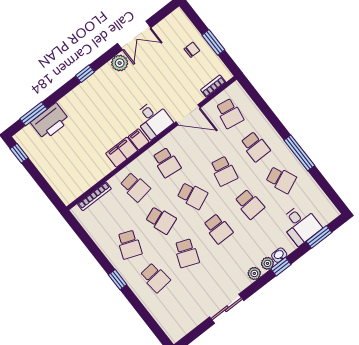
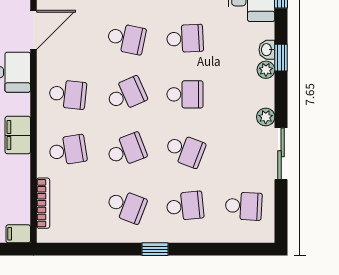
filing cabinet: (139, 139) -> (18, 234), moved
plant: (254, 273) -> (266, 117), moved
school desk: (181, 311) -> (244, 206), added

